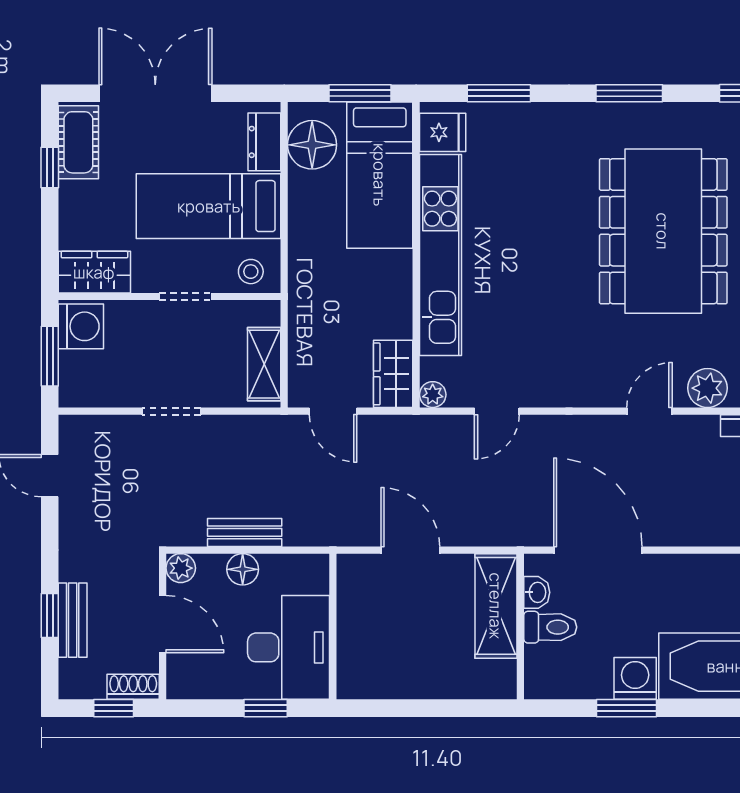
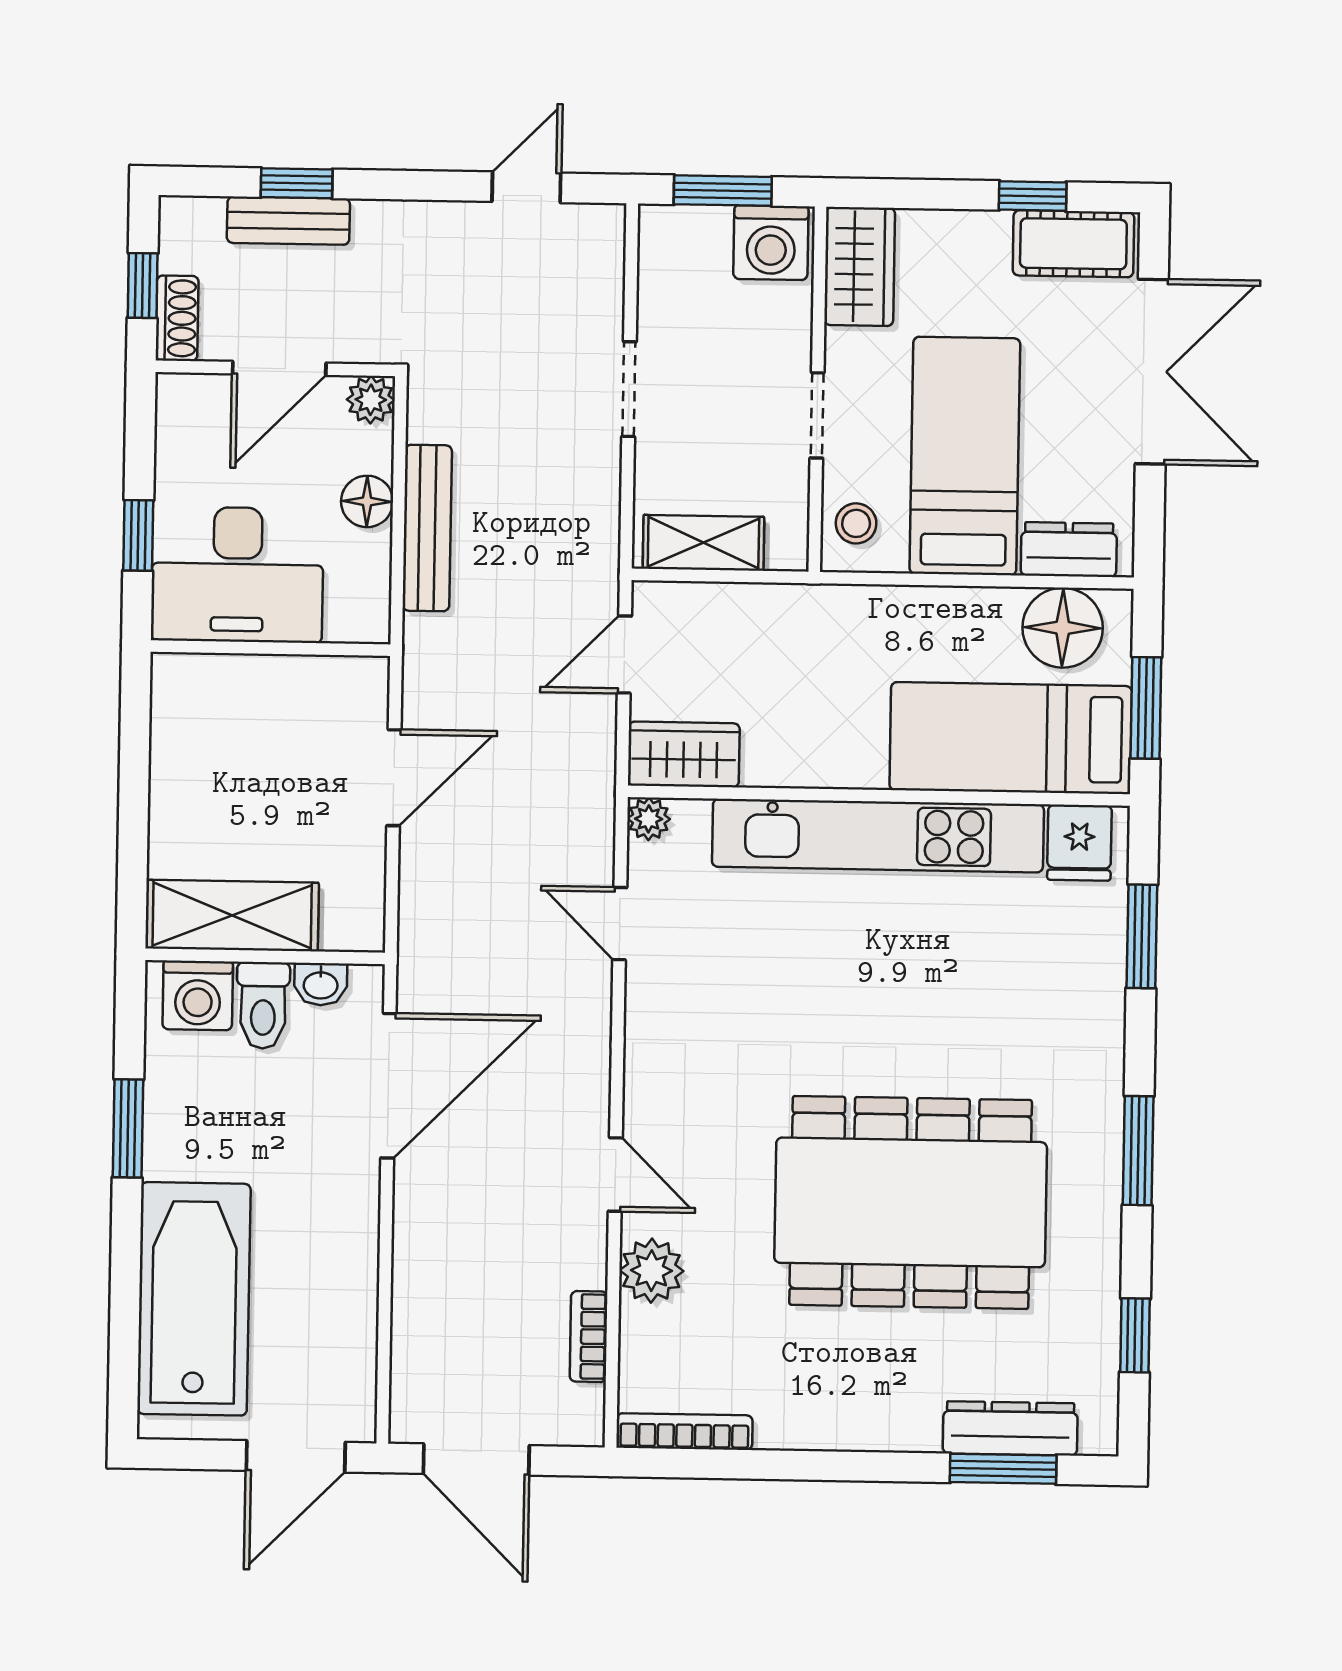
bench: (245, 532) -> (427, 528), width x1.36
shelving: (496, 606) -> (232, 916), moved
washing machine: (635, 678) -> (198, 995), moved, turned 90

